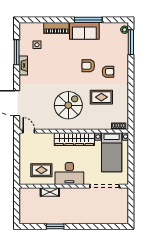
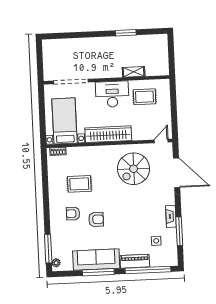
window: (45, 20) -> (148, 270), added
sofa: (84, 31) -> (96, 260), width x1.36
spiral stairs: (68, 105) -> (134, 169), moved
door: (29, 131) -> (161, 141), swing flipped

